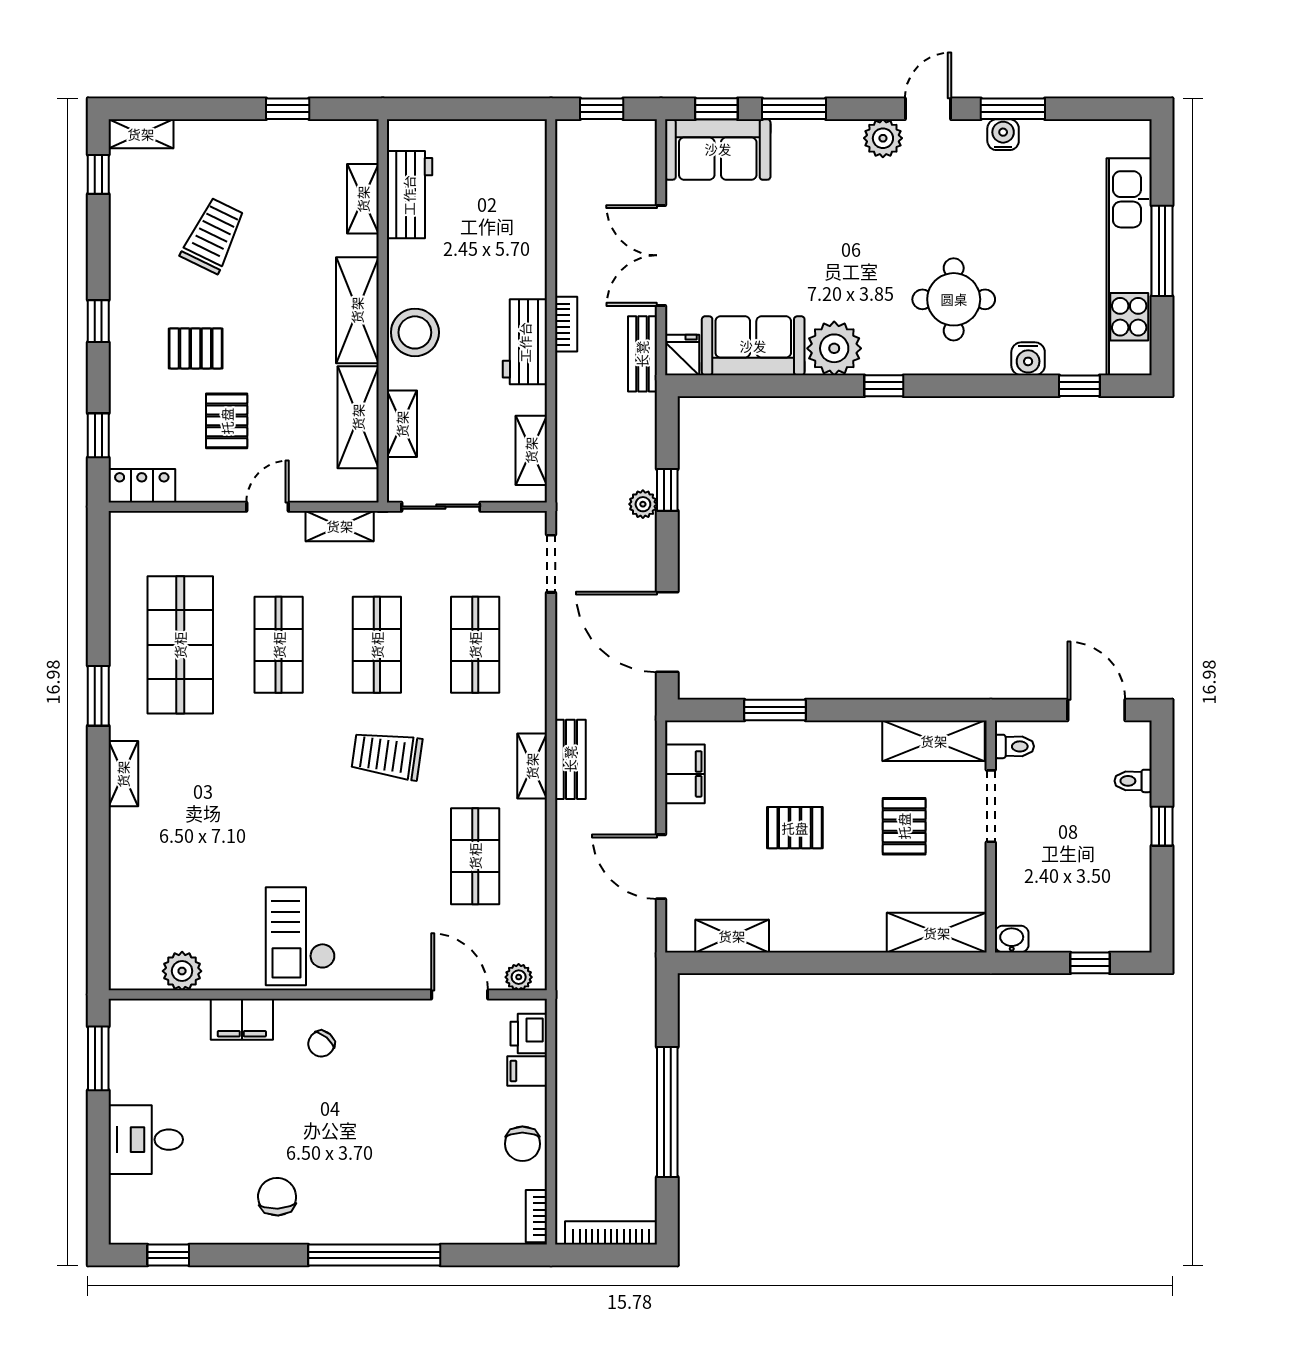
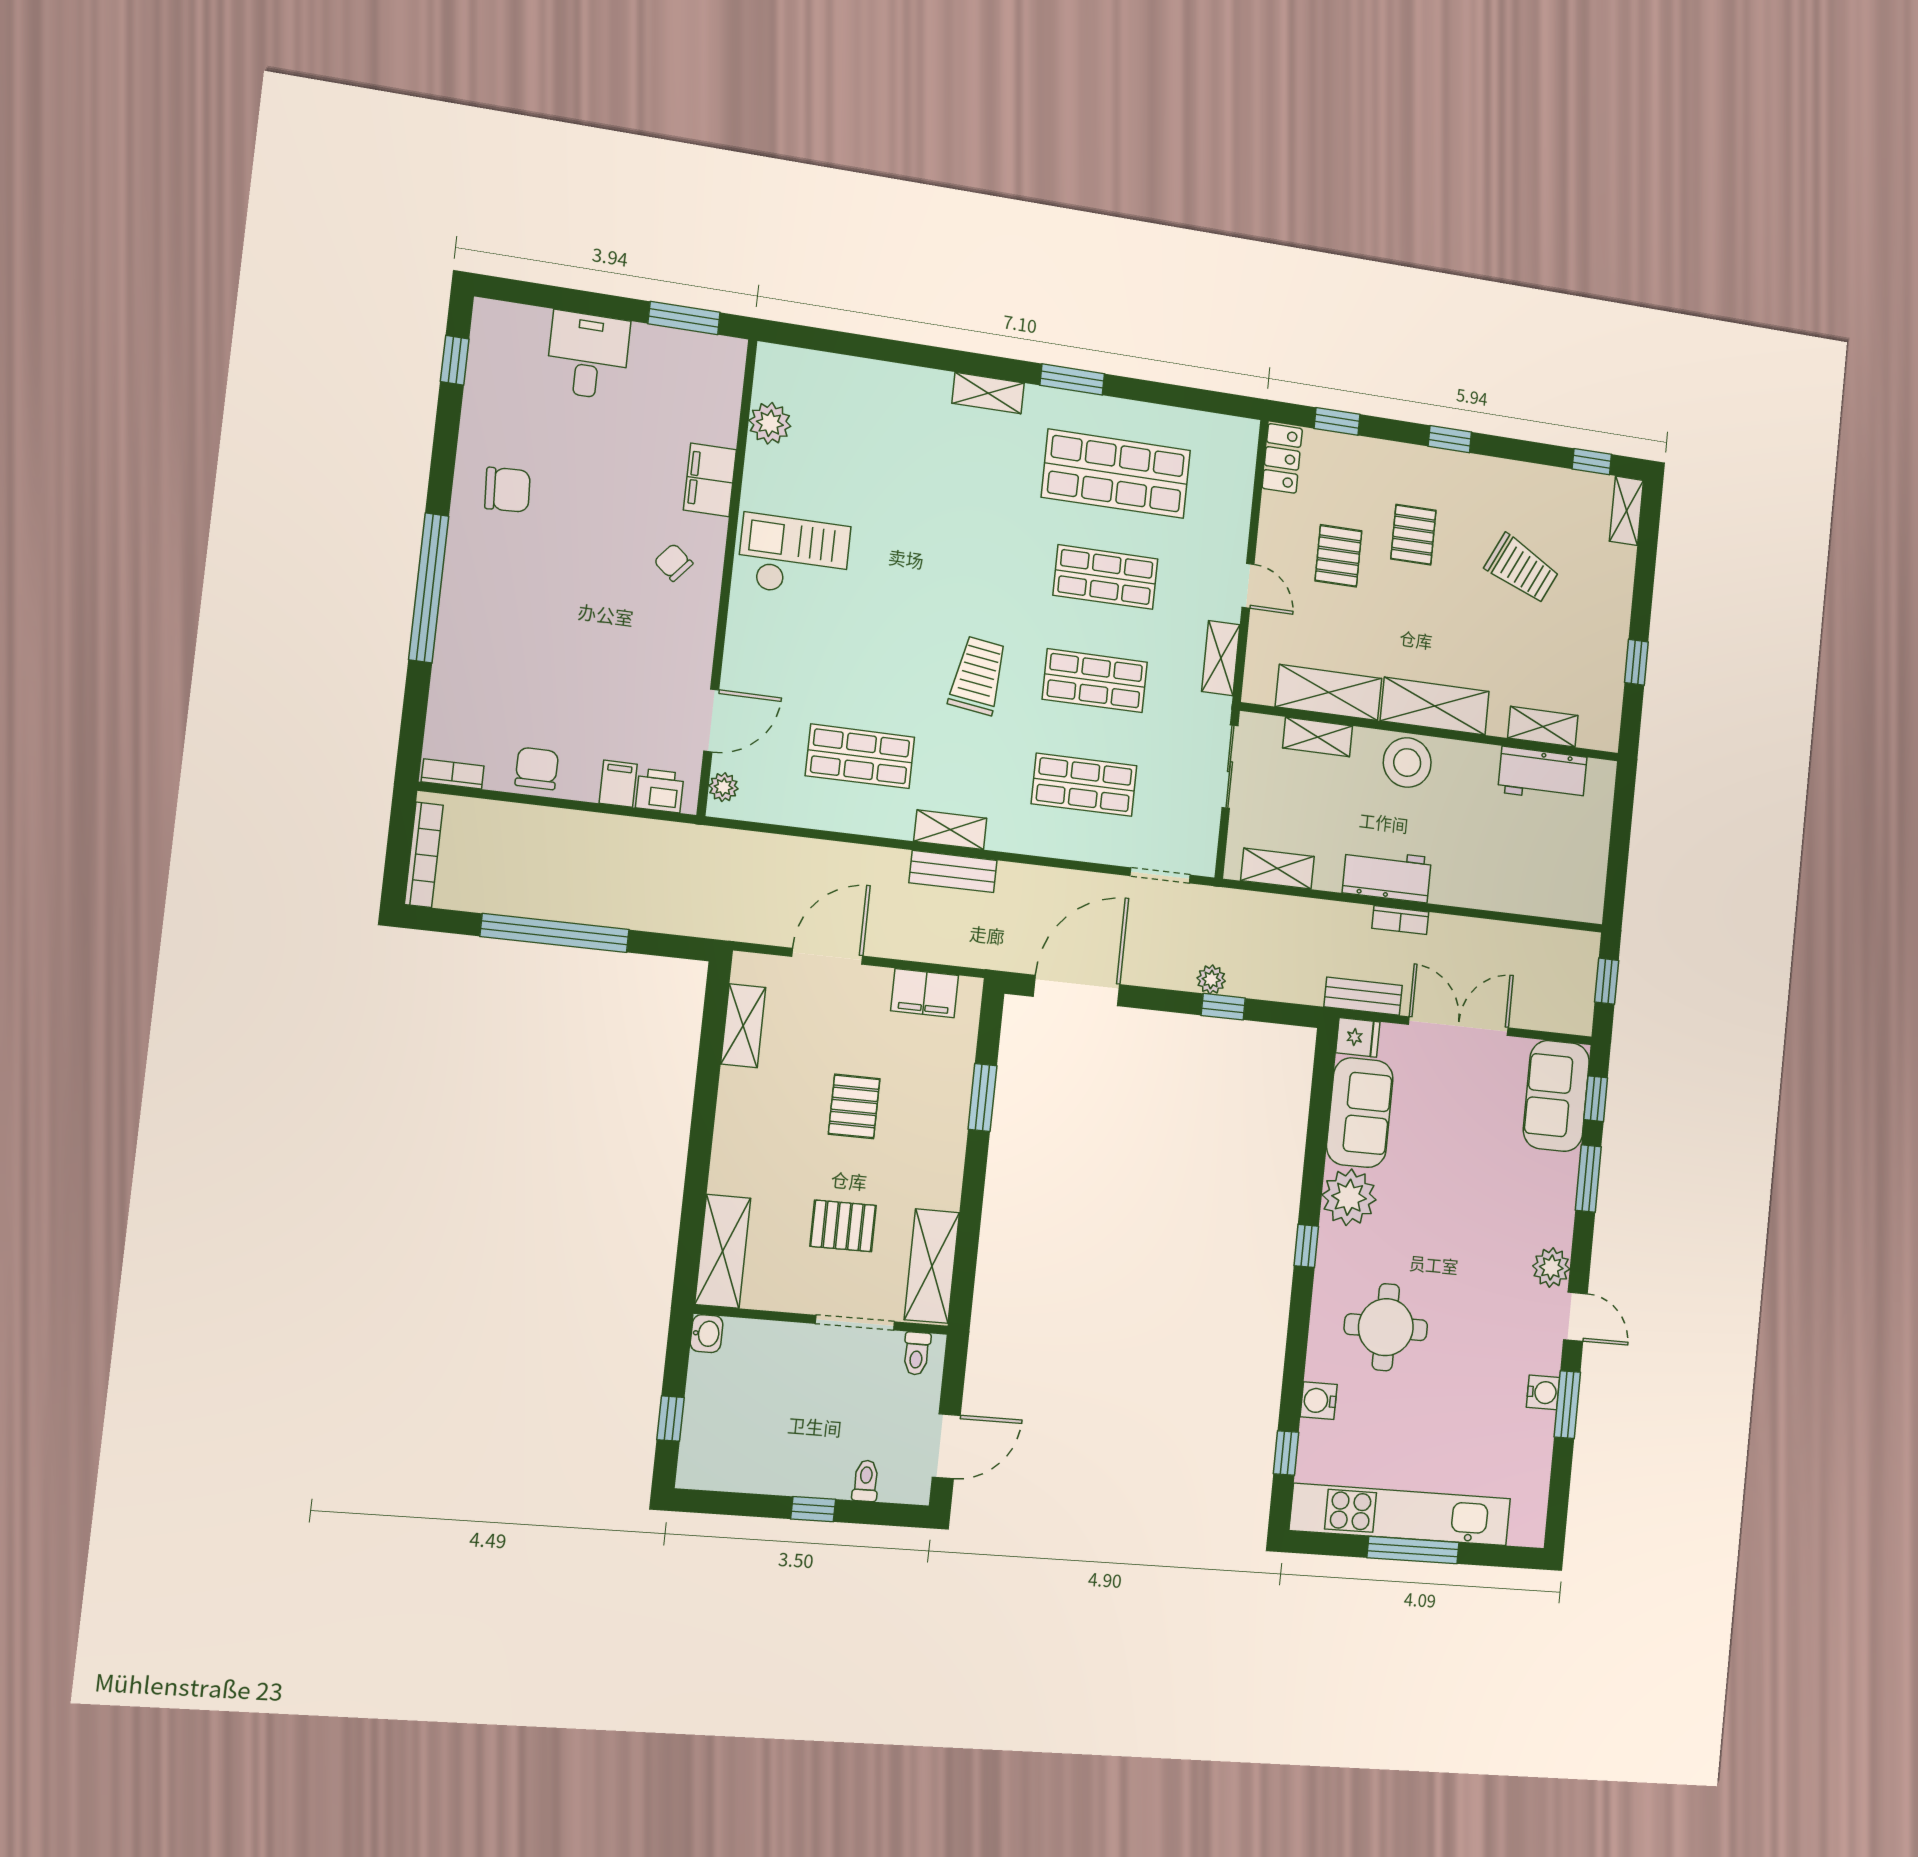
pallet: (227, 421) -> (1338, 556), turned 90
chair: (522, 1144) -> (537, 768), turned 90

